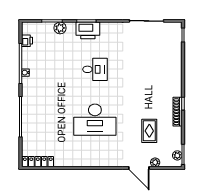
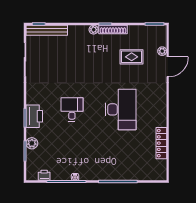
bench: (177, 43) -> (47, 30), added
plant: (177, 155) -> (94, 30), moved
locker: (38, 162) -> (161, 143), moved

